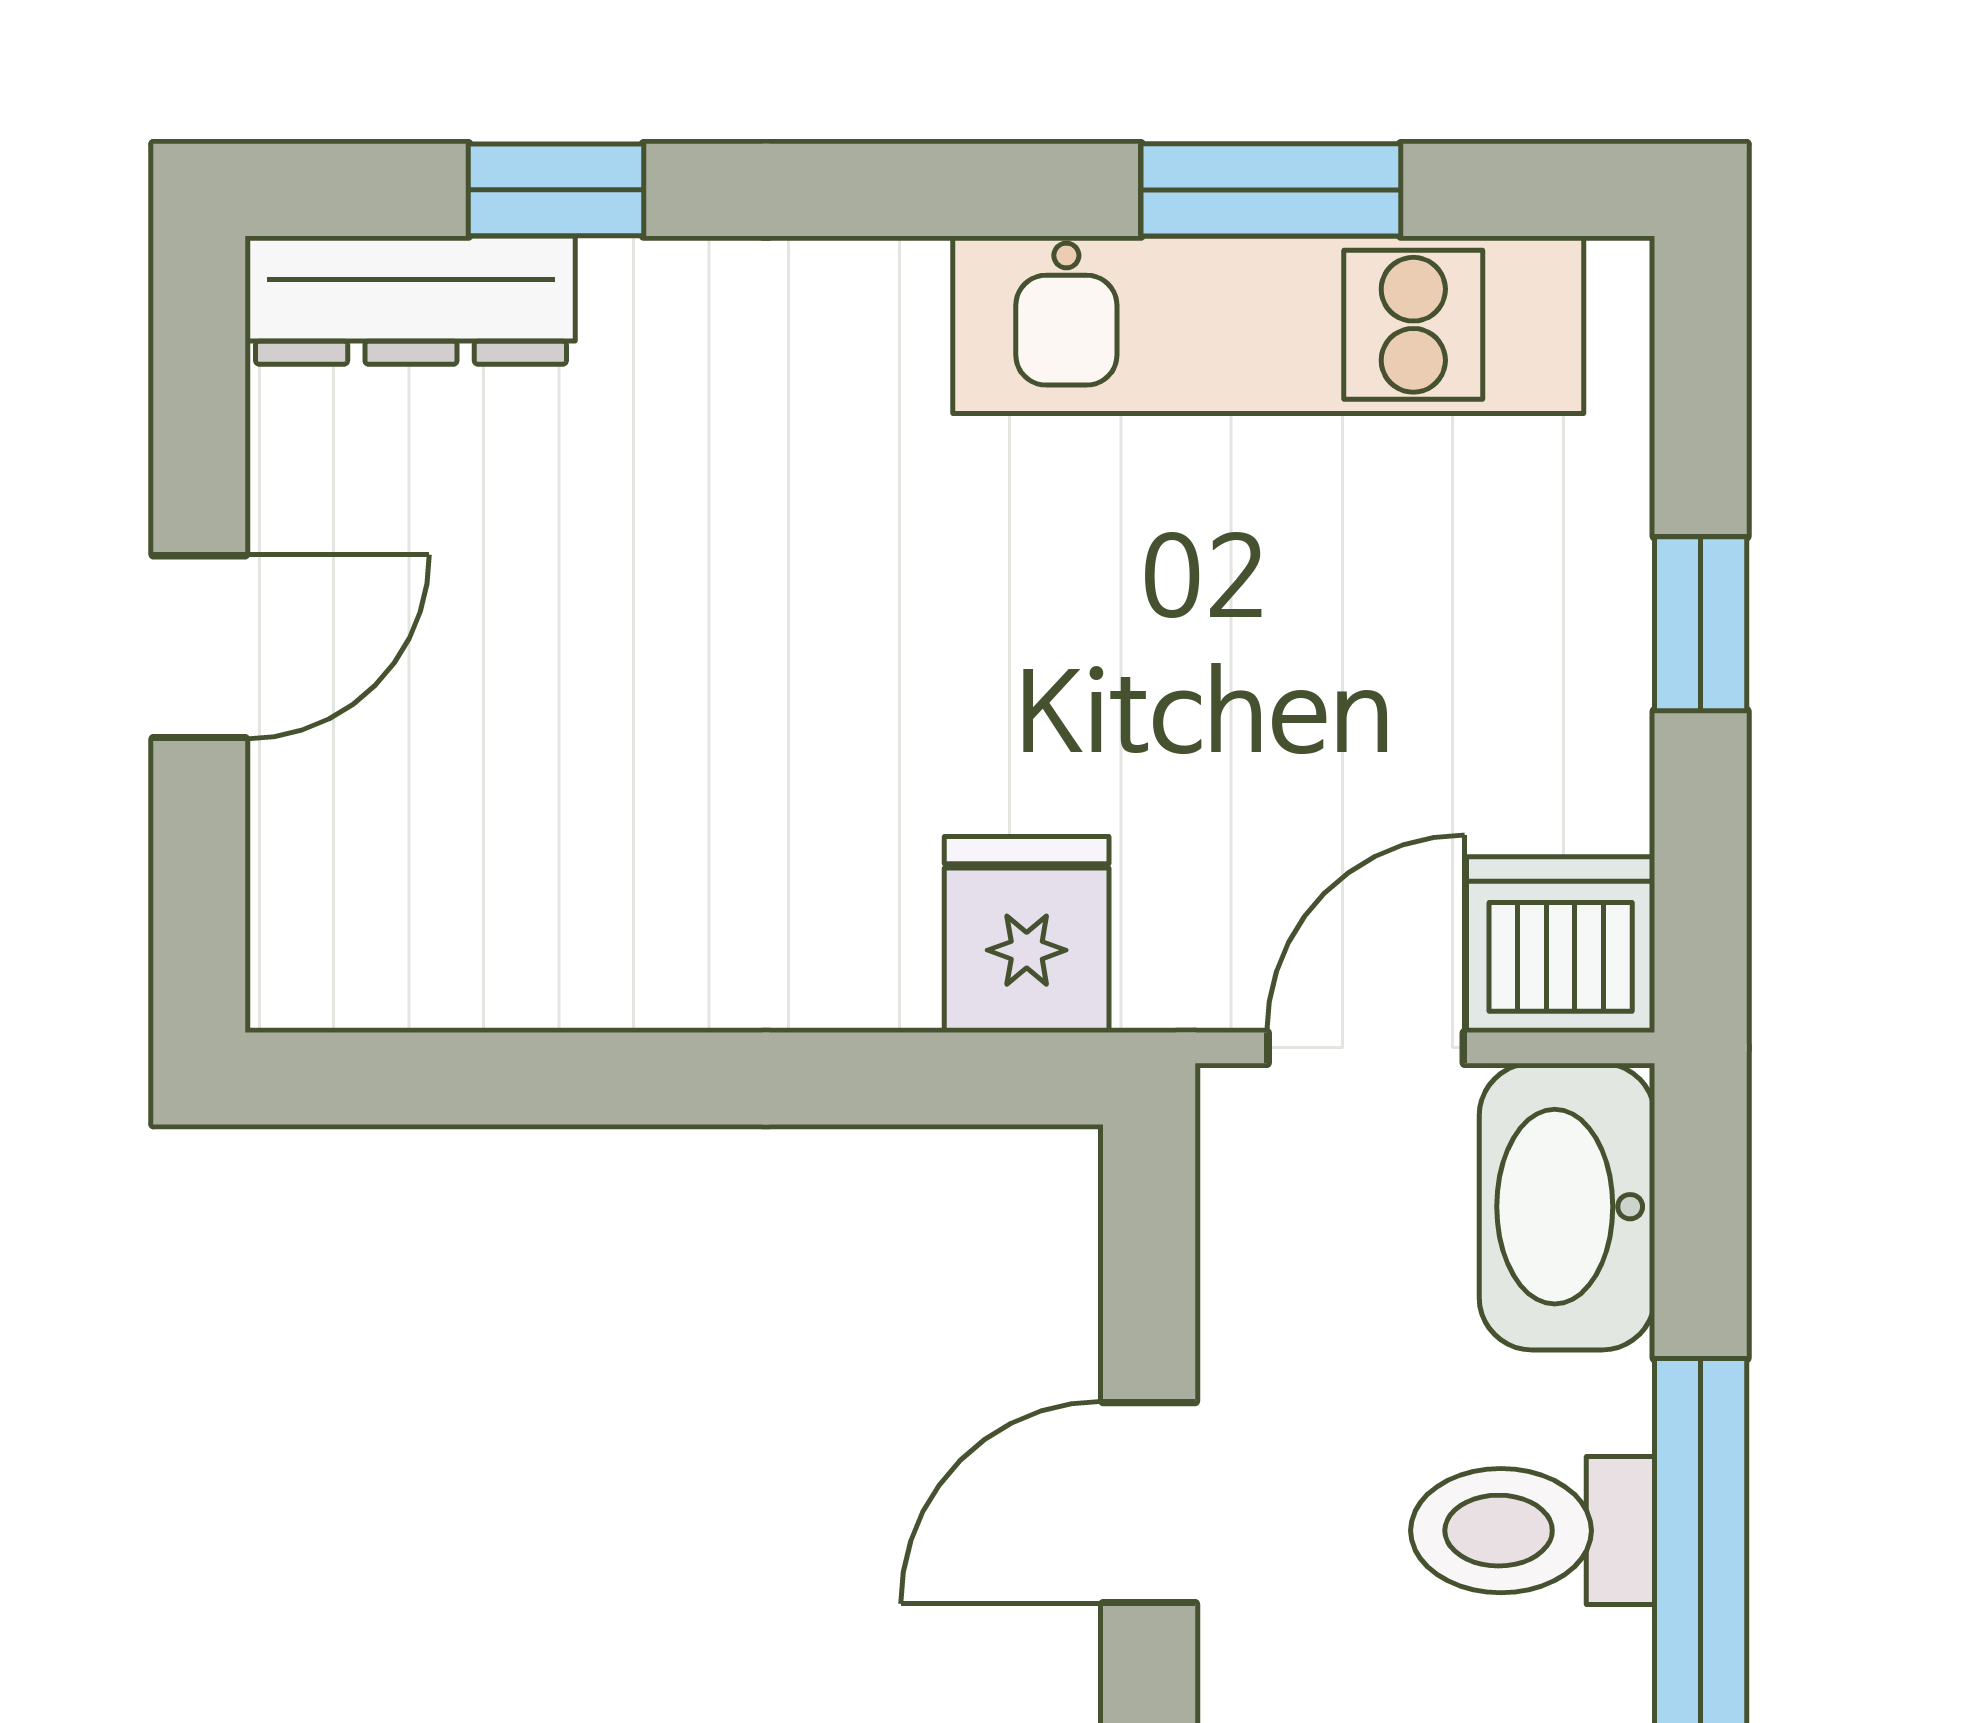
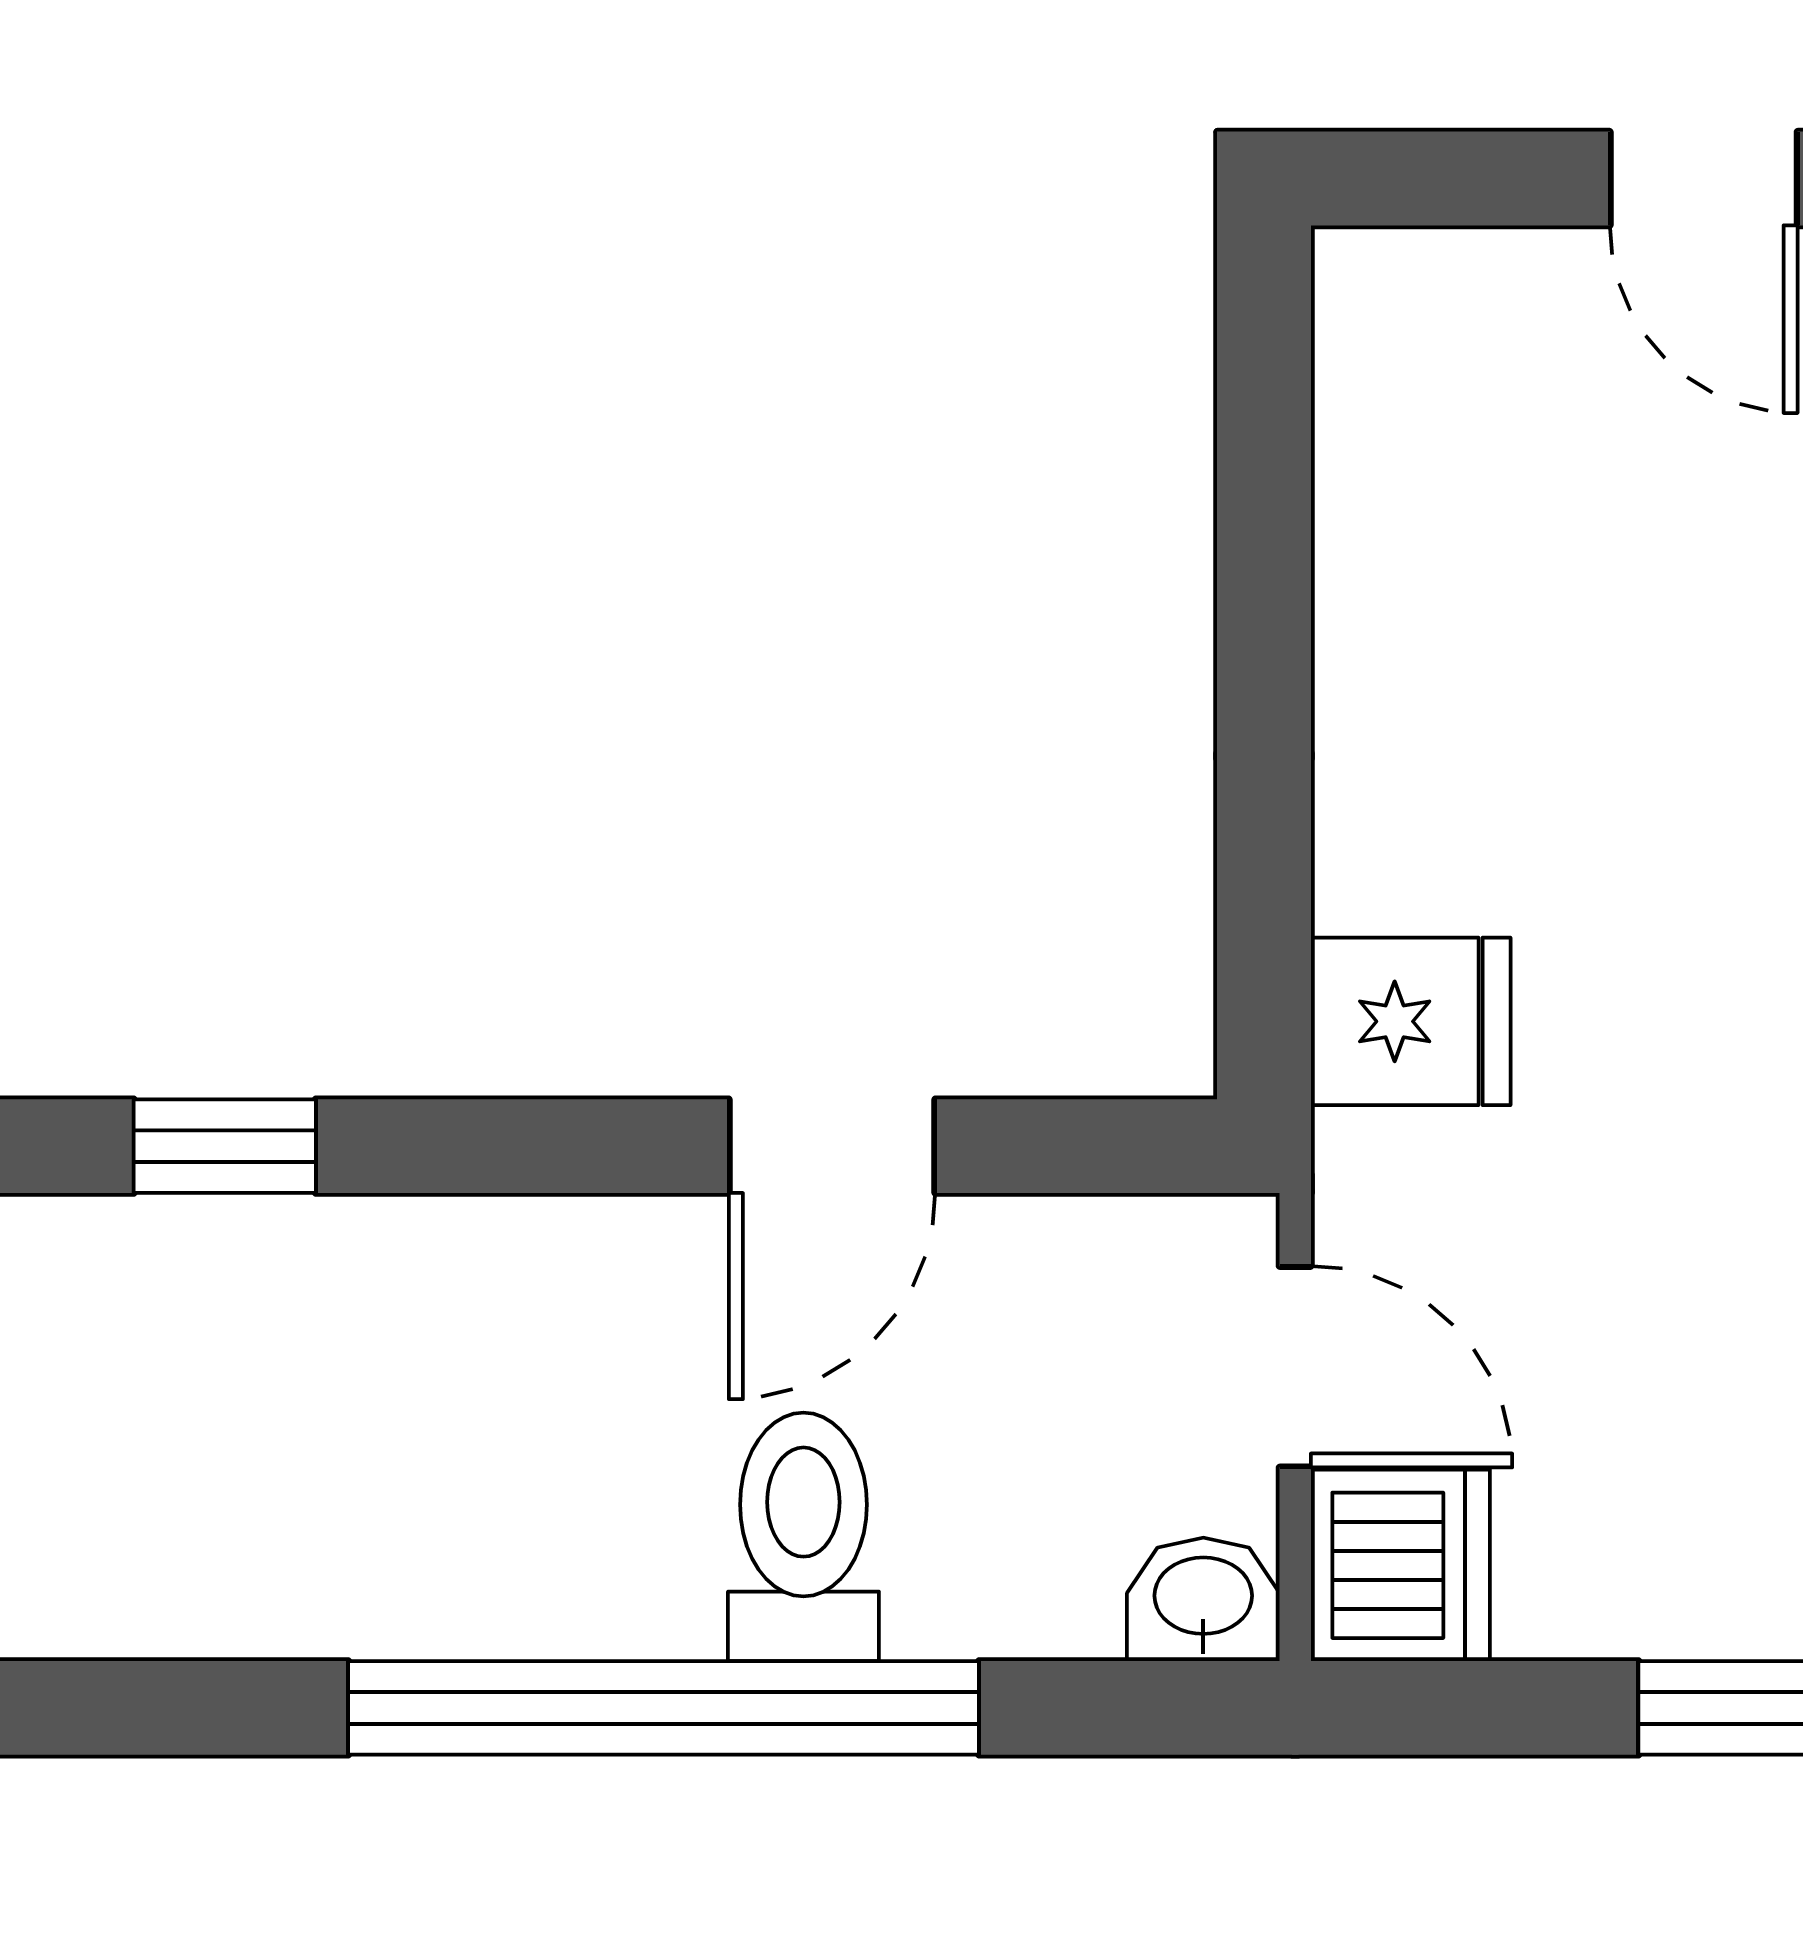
washbasin: (1567, 1207) -> (1203, 1599), width x0.52, depth x0.69
door: (1149, 1503) -> (832, 1146), swing flipped

